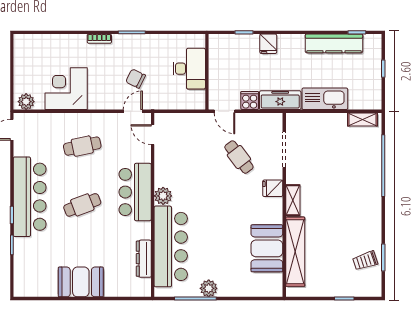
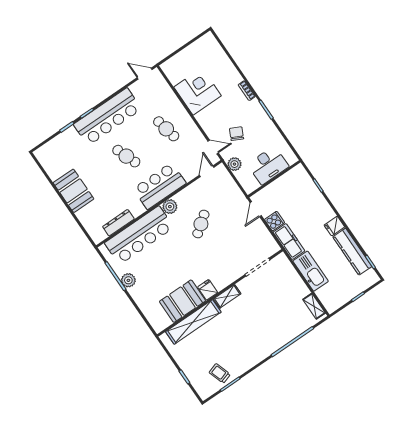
fridge: (268, 44) -> (334, 226), moved
plant: (26, 102) -> (235, 164), moved
cafe table: (239, 157) -> (201, 224), moved
fridge: (273, 188) -> (208, 290), moved

